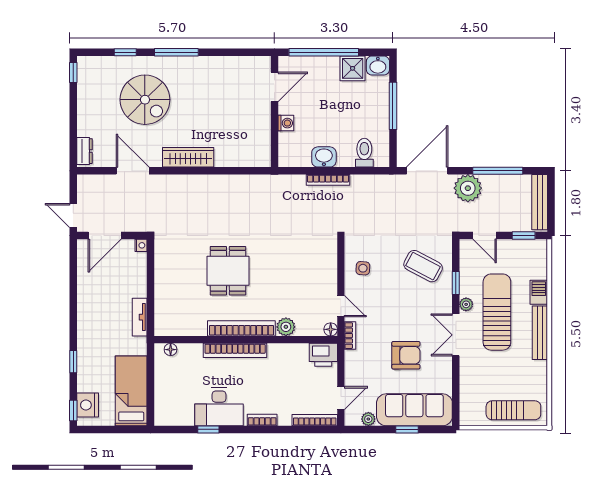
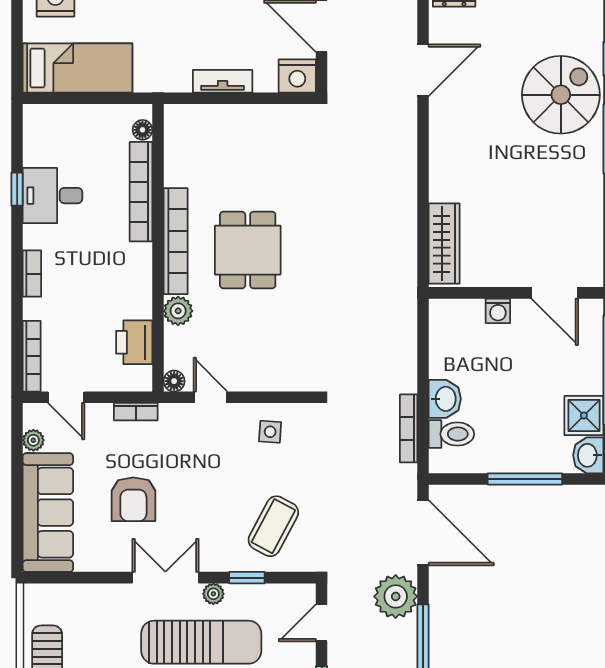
spiral stairs: (145, 100) -> (561, 95), moved, turned 180
wardrobe: (188, 157) -> (444, 244), moved
washbasin: (324, 157) -> (445, 399), moved
bookcase: (328, 180) -> (409, 428), moved
nightstand: (141, 245) -> (297, 76), width x1.89, depth x1.79
dining table: (228, 271) -> (248, 250), moved, turned 90
door: (341, 306) -> (210, 397), swing flipped
tv unit: (140, 317) -> (223, 81), moved
bookcase: (350, 336) -> (136, 412), moved
bookcase: (235, 350) -> (141, 192), moved
printer: (323, 355) -> (134, 342), moved
desk: (219, 407) -> (52, 196), width x0.73
window: (407, 429) -> (17, 501), removed

